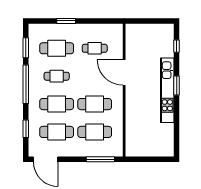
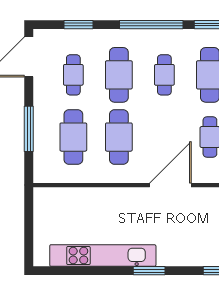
kitchen unit: (167, 90) -> (103, 256), moved
cafe table: (57, 132) -> (73, 75), width x0.73, depth x0.74
window: (100, 159) -> (29, 129), moved

